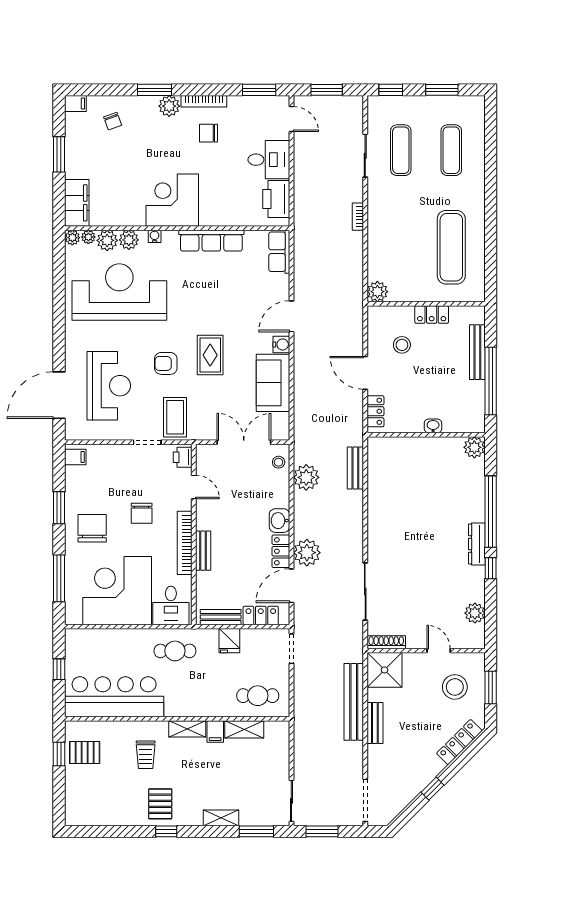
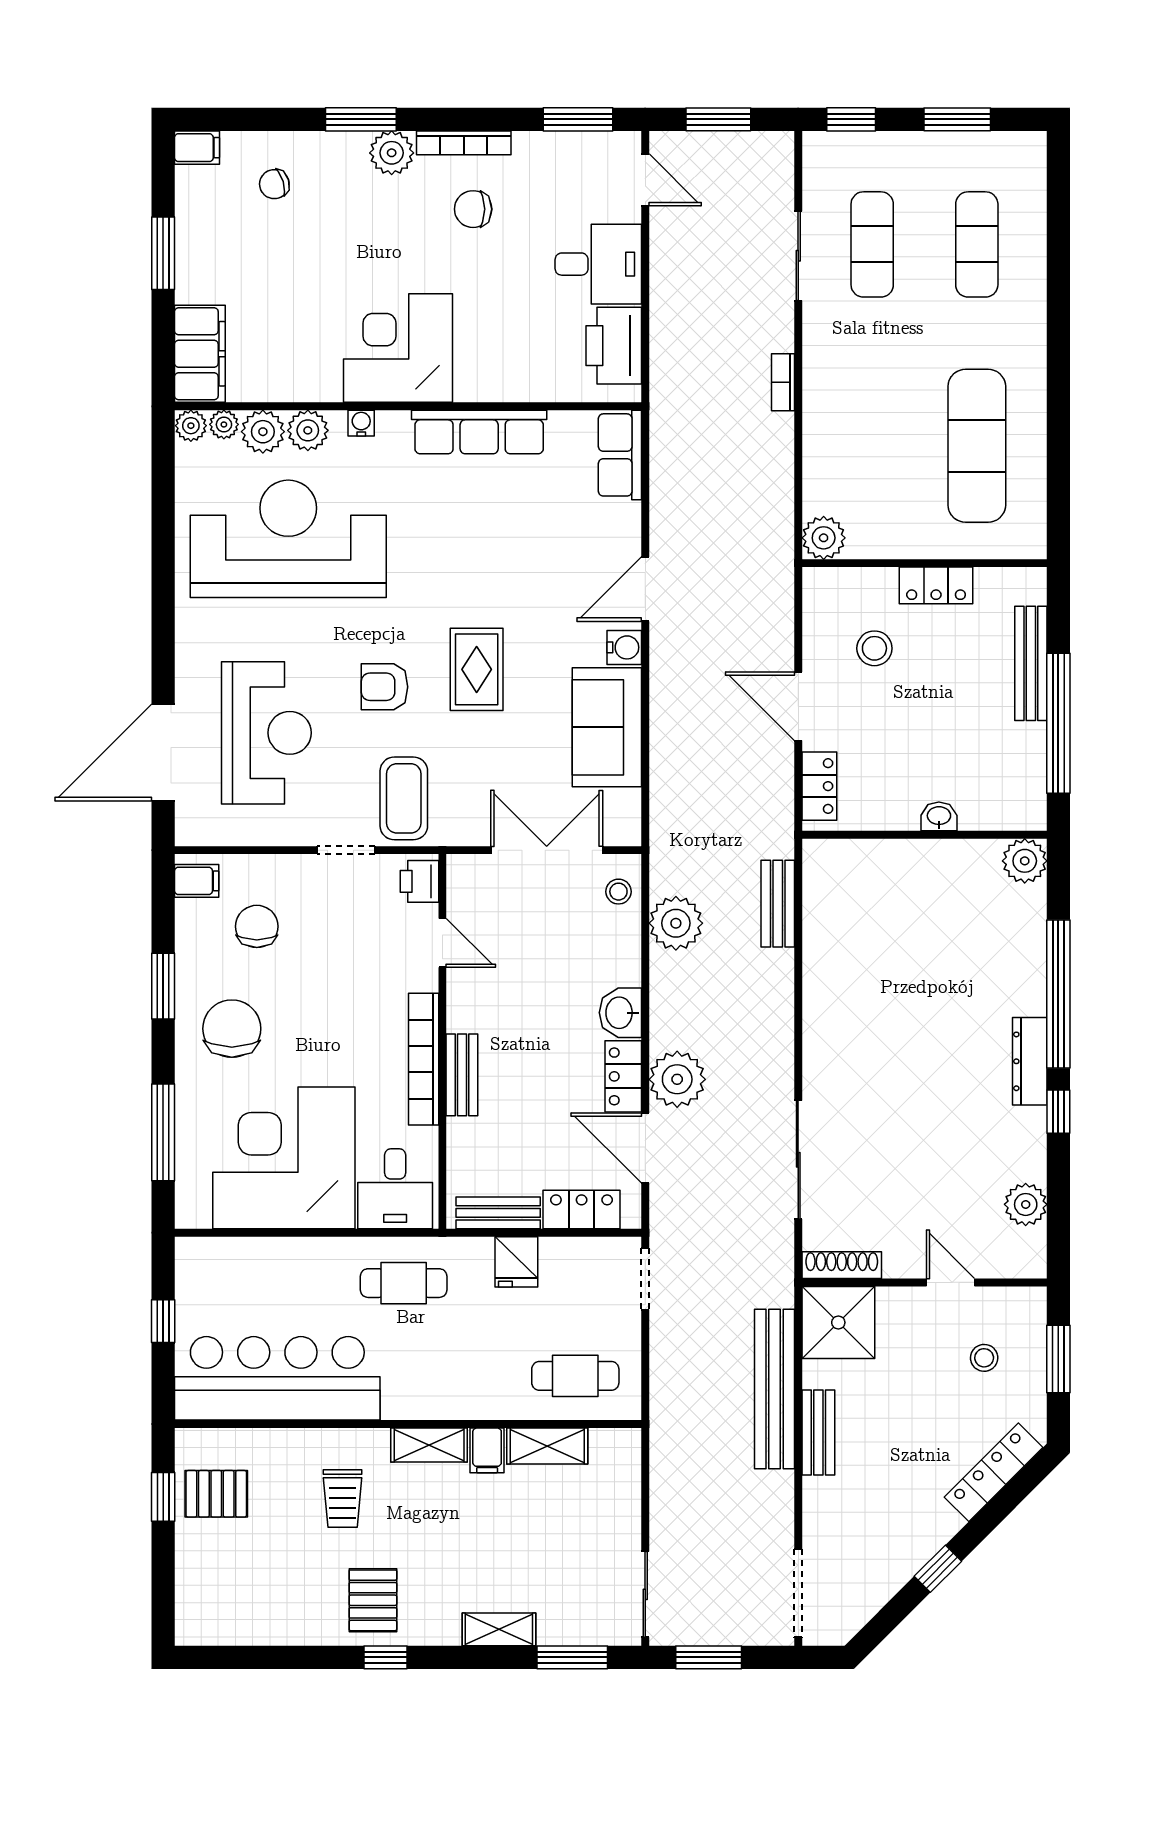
chair: (113, 121) -> (274, 184), turned 93
chair: (142, 513) -> (257, 926), moved, turned 180
door: (291, 586) -> (645, 1148), hinge flipped
stool: (455, 687) -> (984, 1358), width x0.53, depth x0.53

